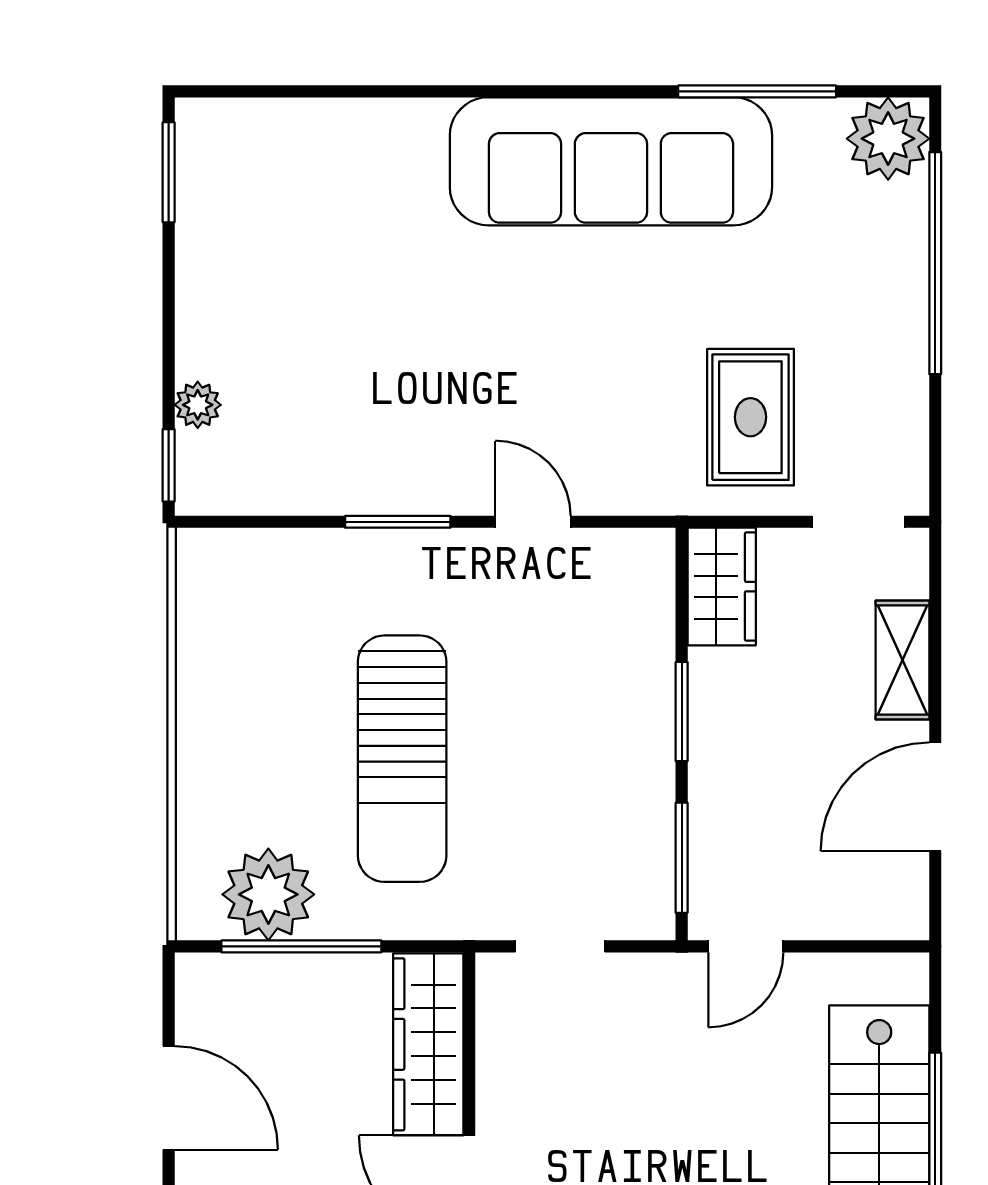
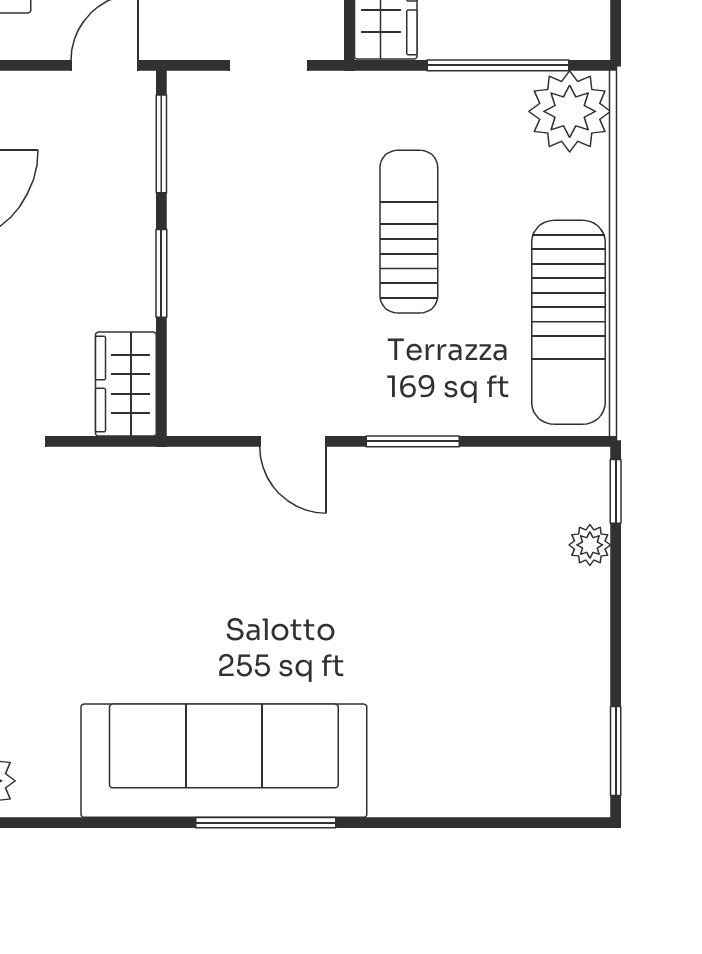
window: (757, 91) -> (266, 823), moved
rug: (750, 417) -> (100, 534), removed
sun lounger: (222, 656) -> (568, 322), added
sun lounger: (402, 759) -> (409, 232), width x0.73, depth x0.75
plant: (268, 894) -> (570, 111), moved

